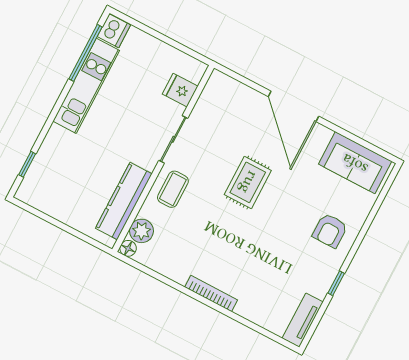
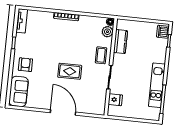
dishwasher: (114, 31) -> (163, 32), moved
sofa: (355, 163) -> (19, 91), moved, turned 90
rug: (248, 182) -> (70, 71), turned 90
kitchen counter: (124, 201) -> (120, 42), width x0.67

